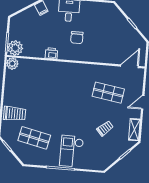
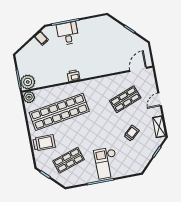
chair: (77, 38) -> (82, 56), removed
printer: (51, 53) -> (73, 76), moved
shop shelf: (39, 87) -> (59, 112), added
shop shelf: (108, 93) -> (125, 99), turned -30
shop shelf: (34, 138) -> (69, 160), turned -30

